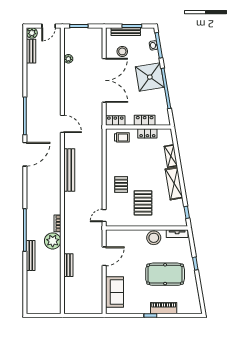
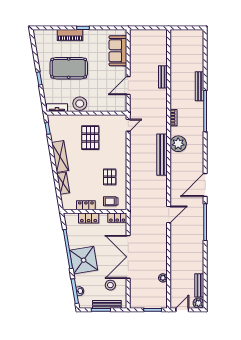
door: (62, 124) -> (169, 215), swing flipped
bench: (69, 170) -> (162, 155), moved
pallet: (121, 185) -> (110, 177), moved
plant: (53, 241) -> (178, 144), moved

